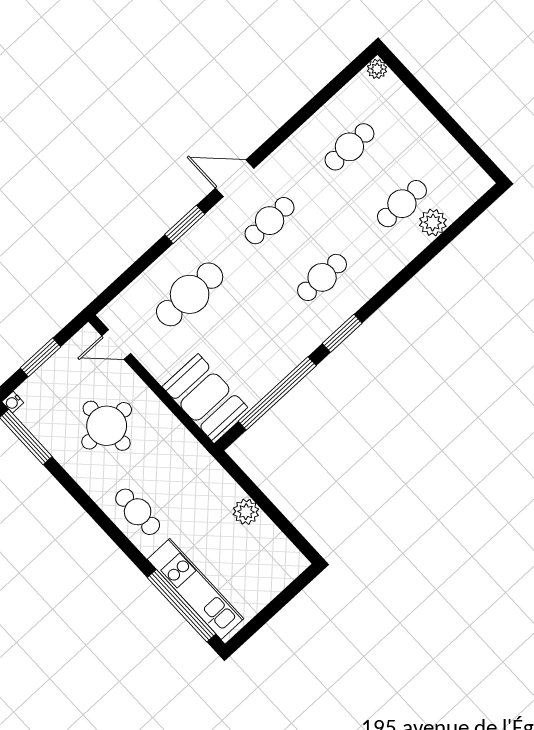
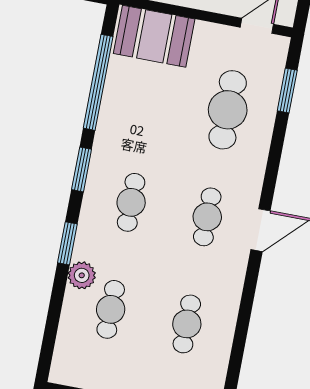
plant: (433, 223) -> (82, 275), moved
window: (185, 224) -> (287, 90), moved
window: (397, 282) -> (67, 243), added

